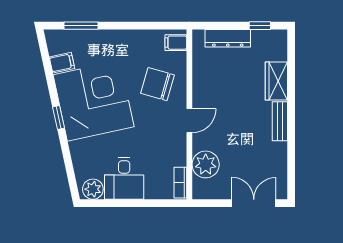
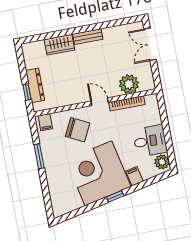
window: (81, 26) -> (39, 156), moved
window: (260, 26) -> (27, 92), moved
filing cabinet: (62, 63) -> (135, 176), moved
chair: (158, 84) -> (78, 130), turned -79
bookcase: (180, 183) -> (127, 103), moved, width x1.56

